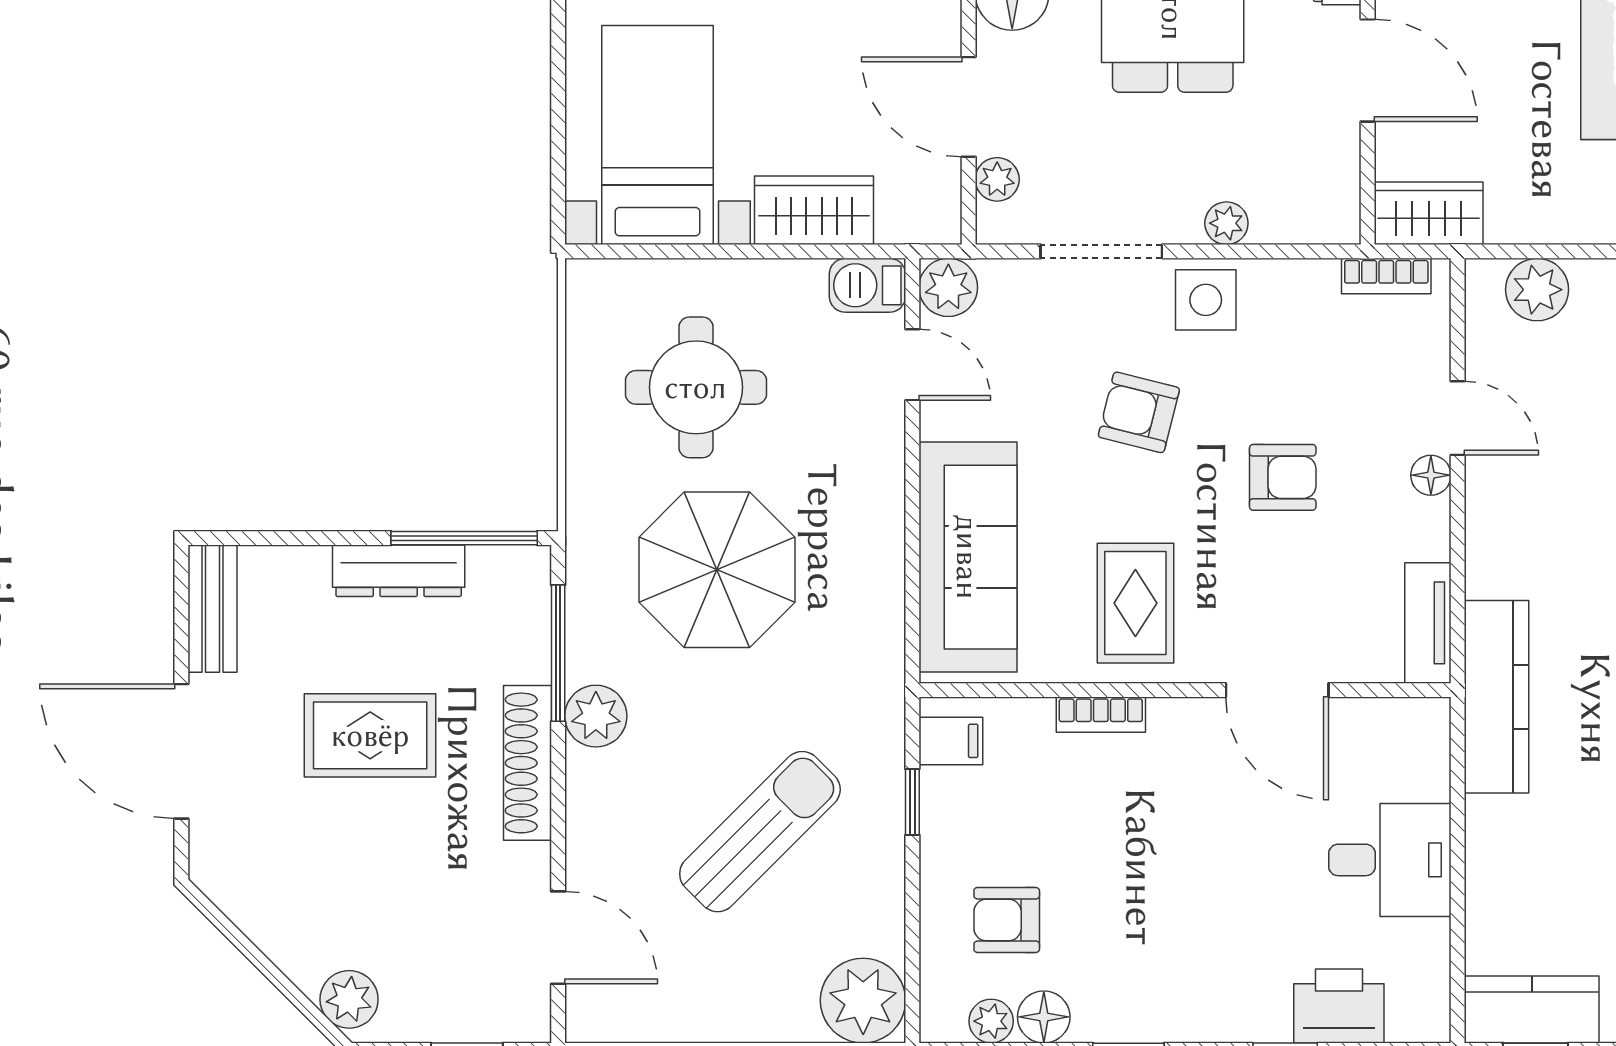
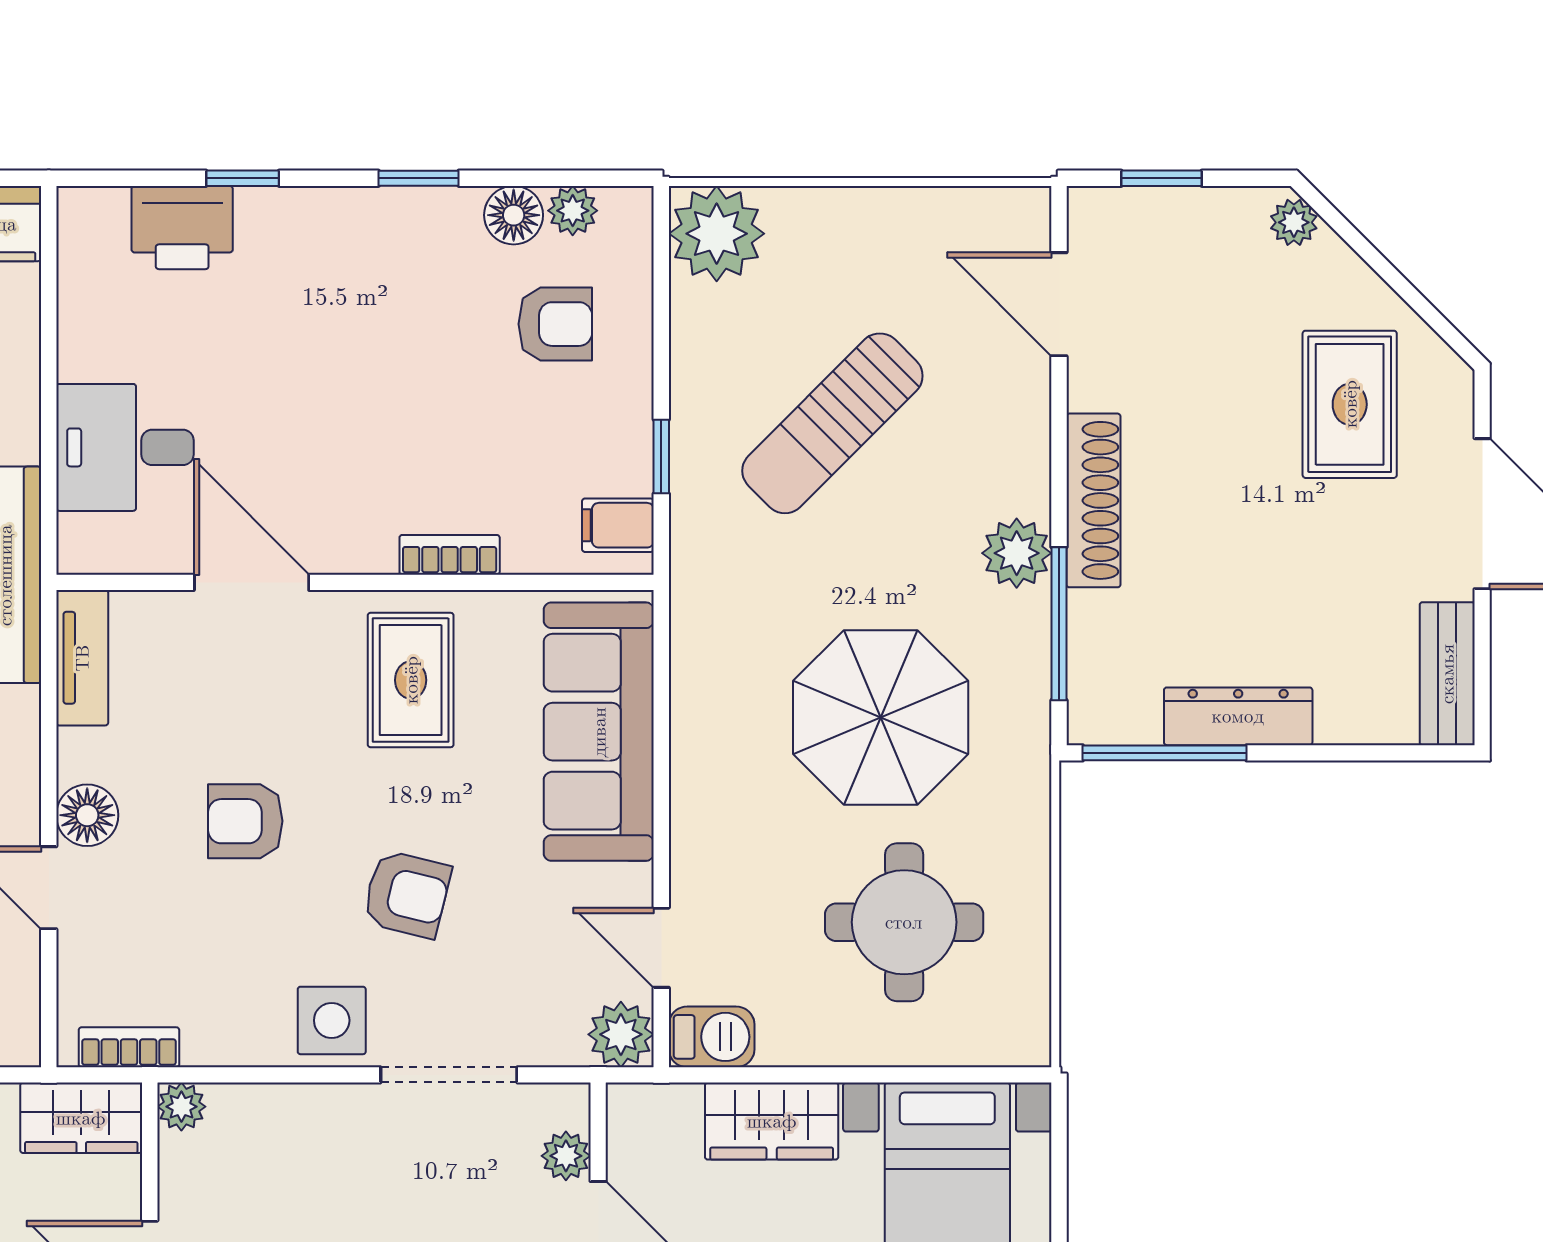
plant: (1226, 223) -> (181, 1107), moved
floor lamp: (1431, 475) -> (87, 815), width x1.37, depth x1.37
rug: (370, 735) -> (1350, 404), moved, turned 90
desk: (1390, 860) -> (125, 447), moved
plant: (349, 999) -> (1294, 222), width x0.73, depth x0.73

